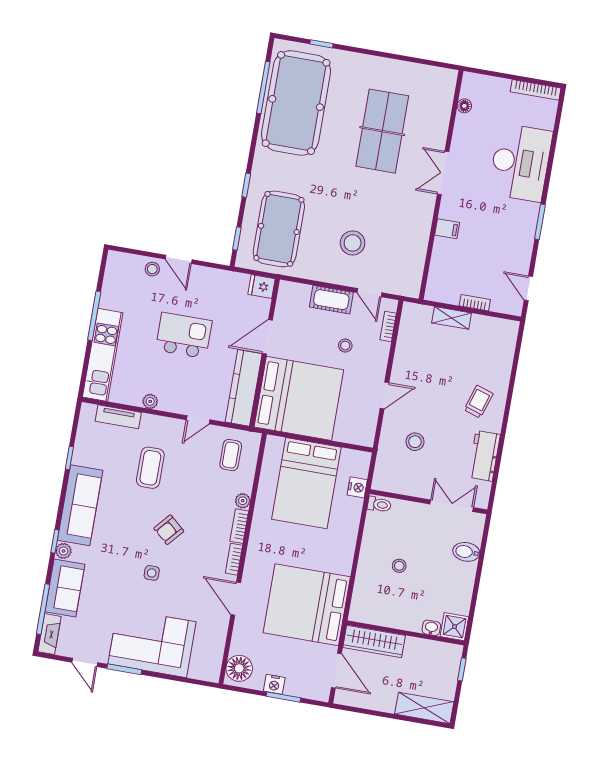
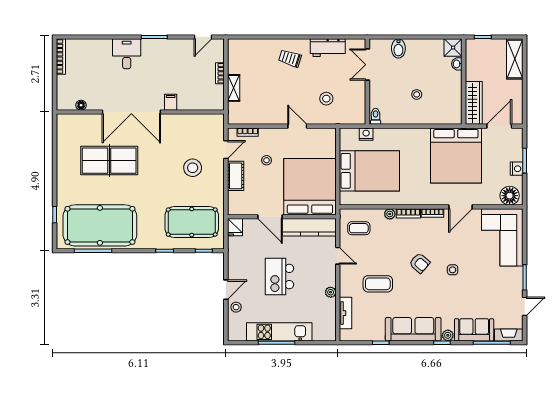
desk: (520, 163) -> (127, 54), width x0.53, depth x0.77
double door: (443, 173) -> (131, 112), width x1.87
kitchen unit: (103, 355) -> (279, 332), moved
corner sofa: (152, 643) -> (502, 237), moved

